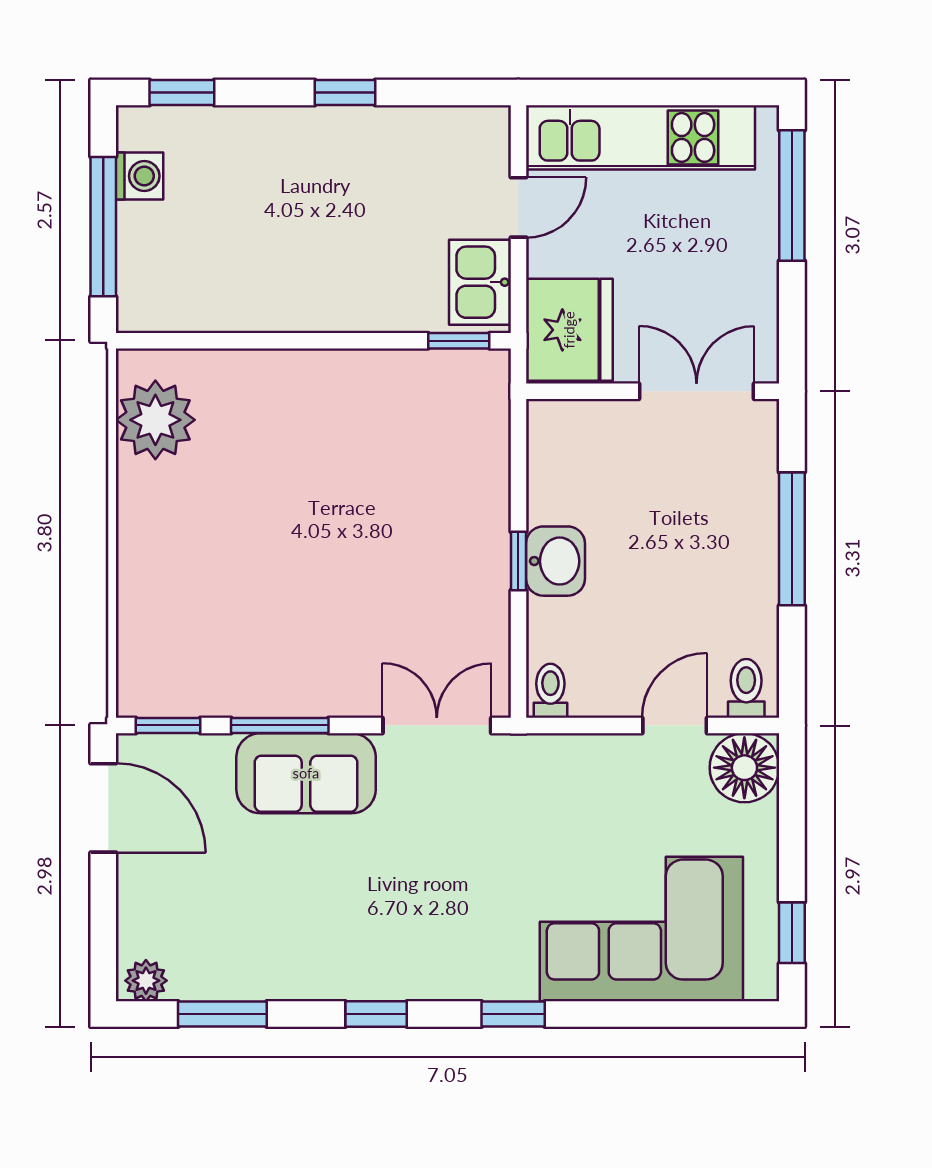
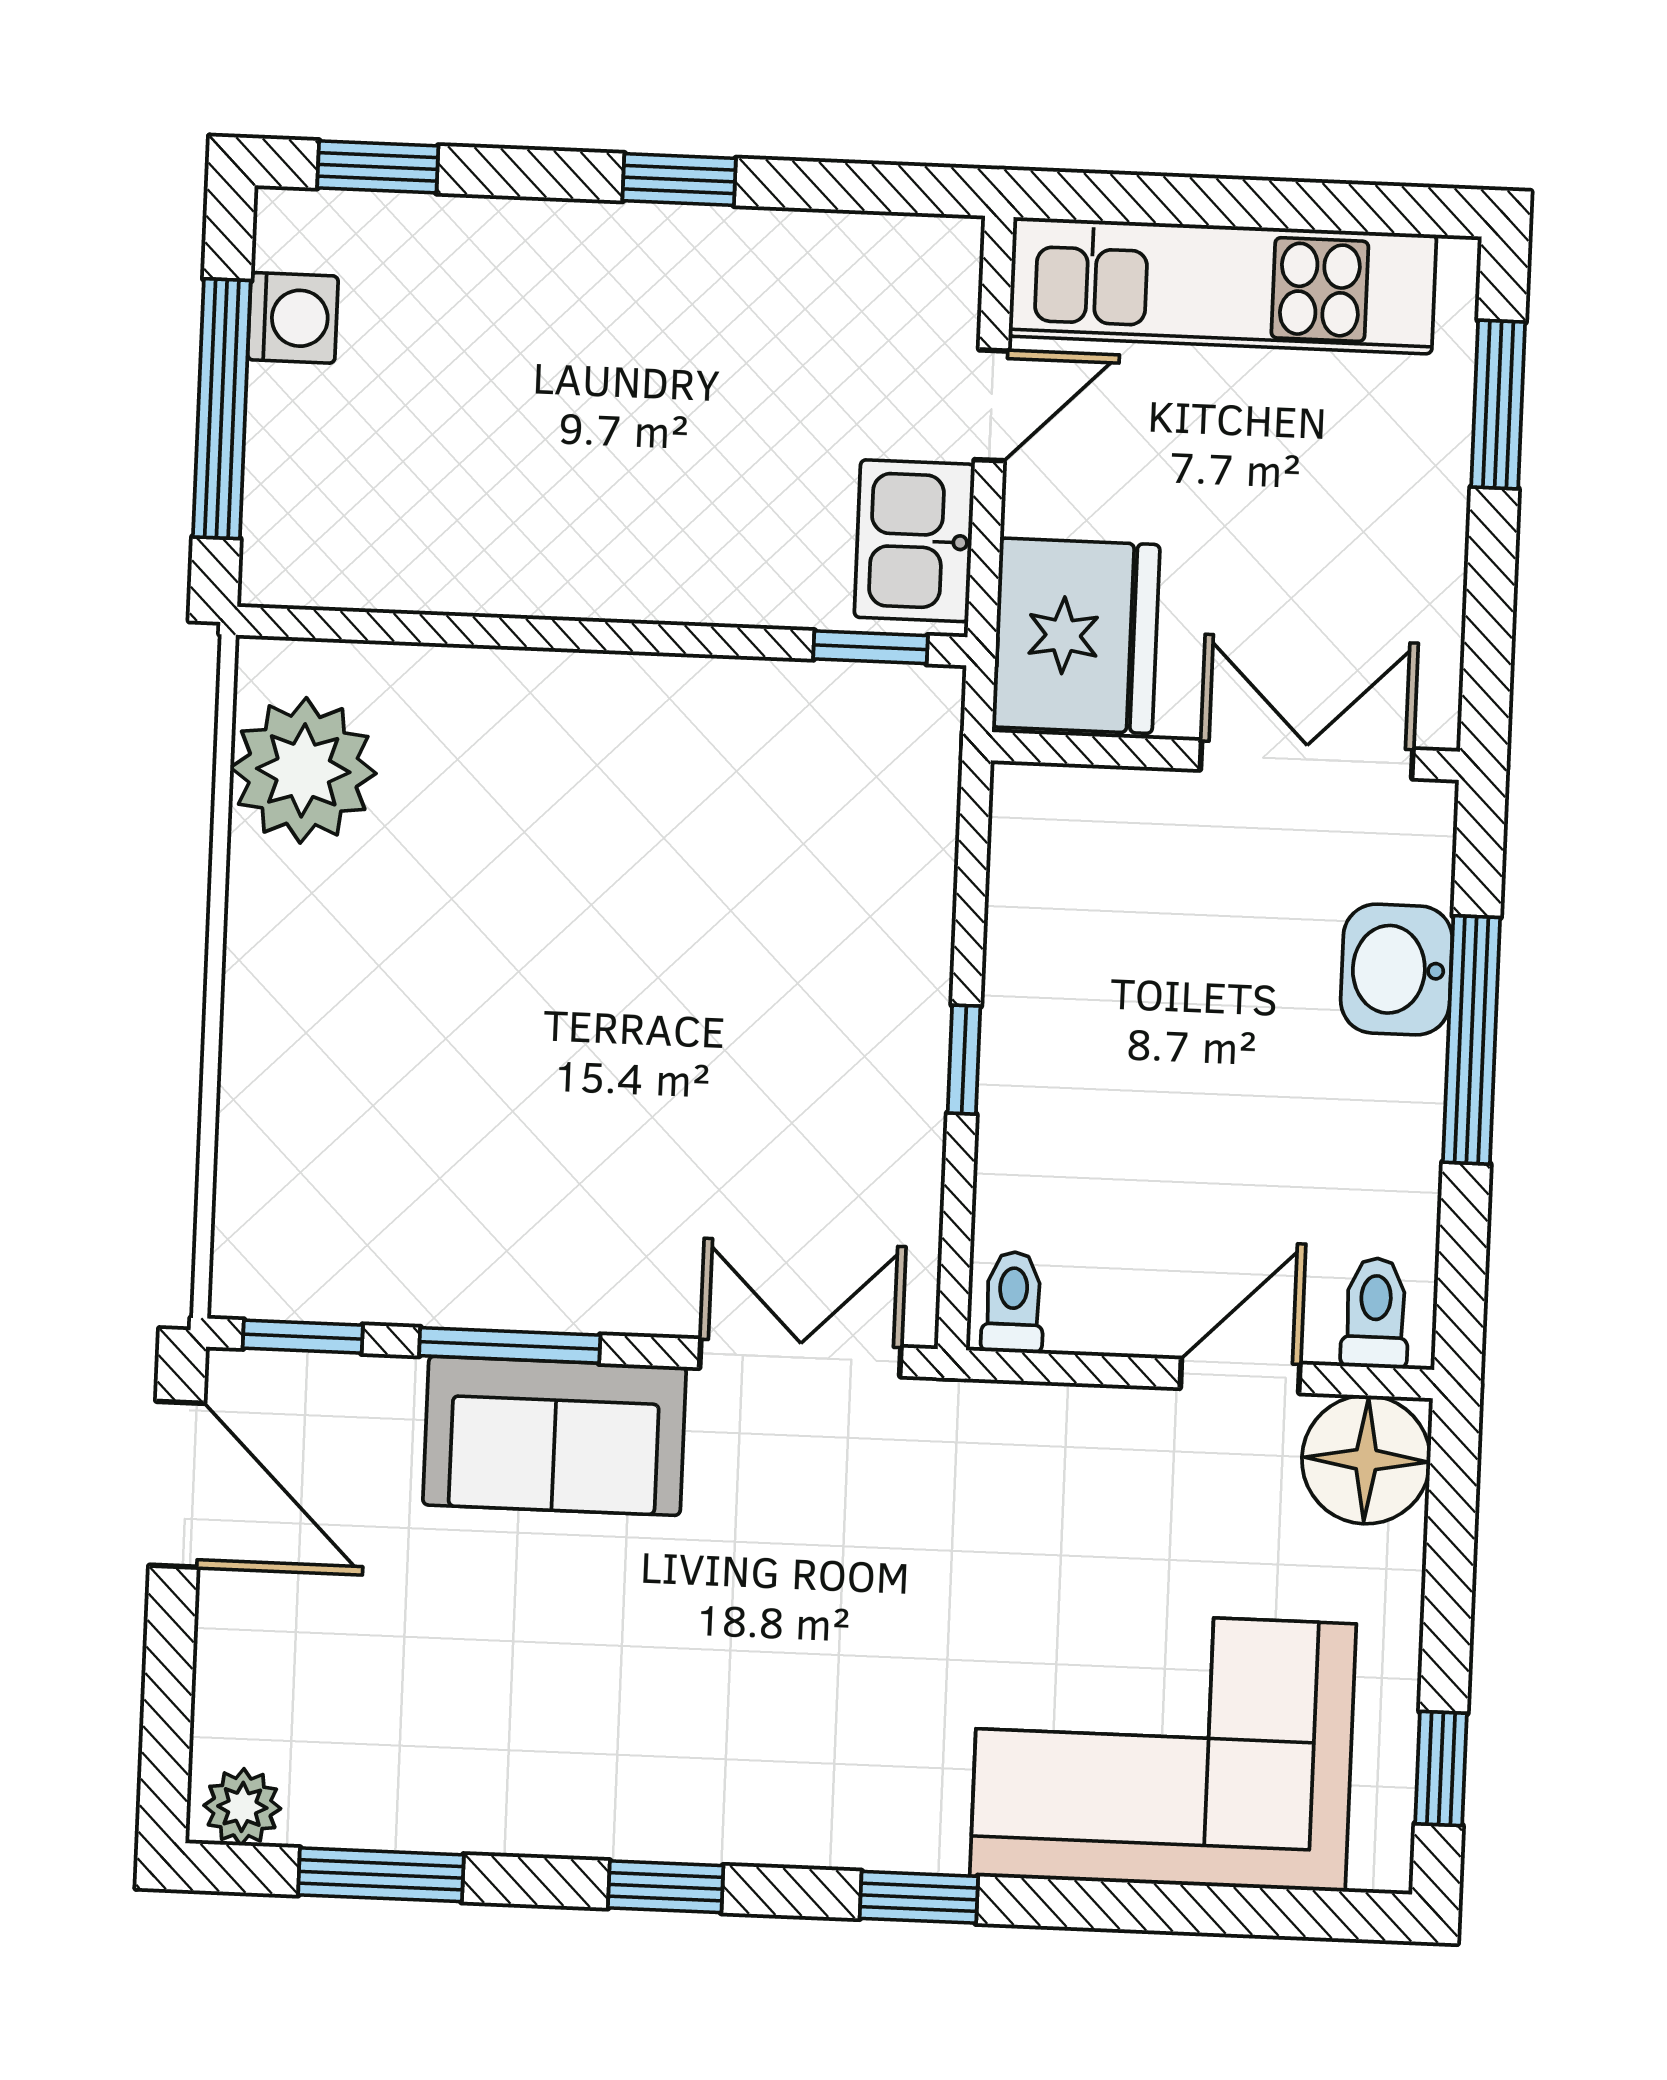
window: (792, 195) -> (1498, 405), width x0.69
washbasin: (556, 561) -> (1396, 970), moved, turned 180

